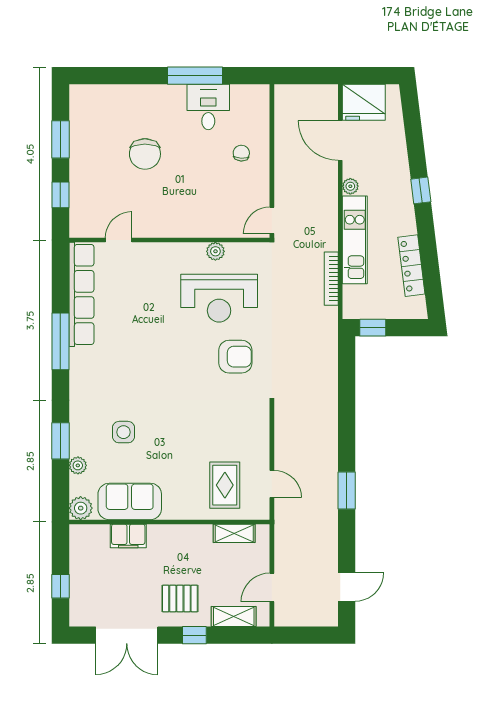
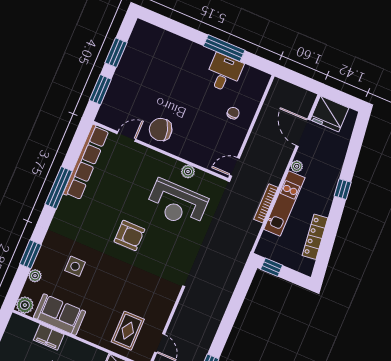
chair: (145, 154) -> (161, 130), moved, turned 75
window: (60, 195) -> (100, 90), width x1.50
bookcase: (331, 279) -> (266, 203), moved
armchair: (235, 357) -> (129, 235), moved

